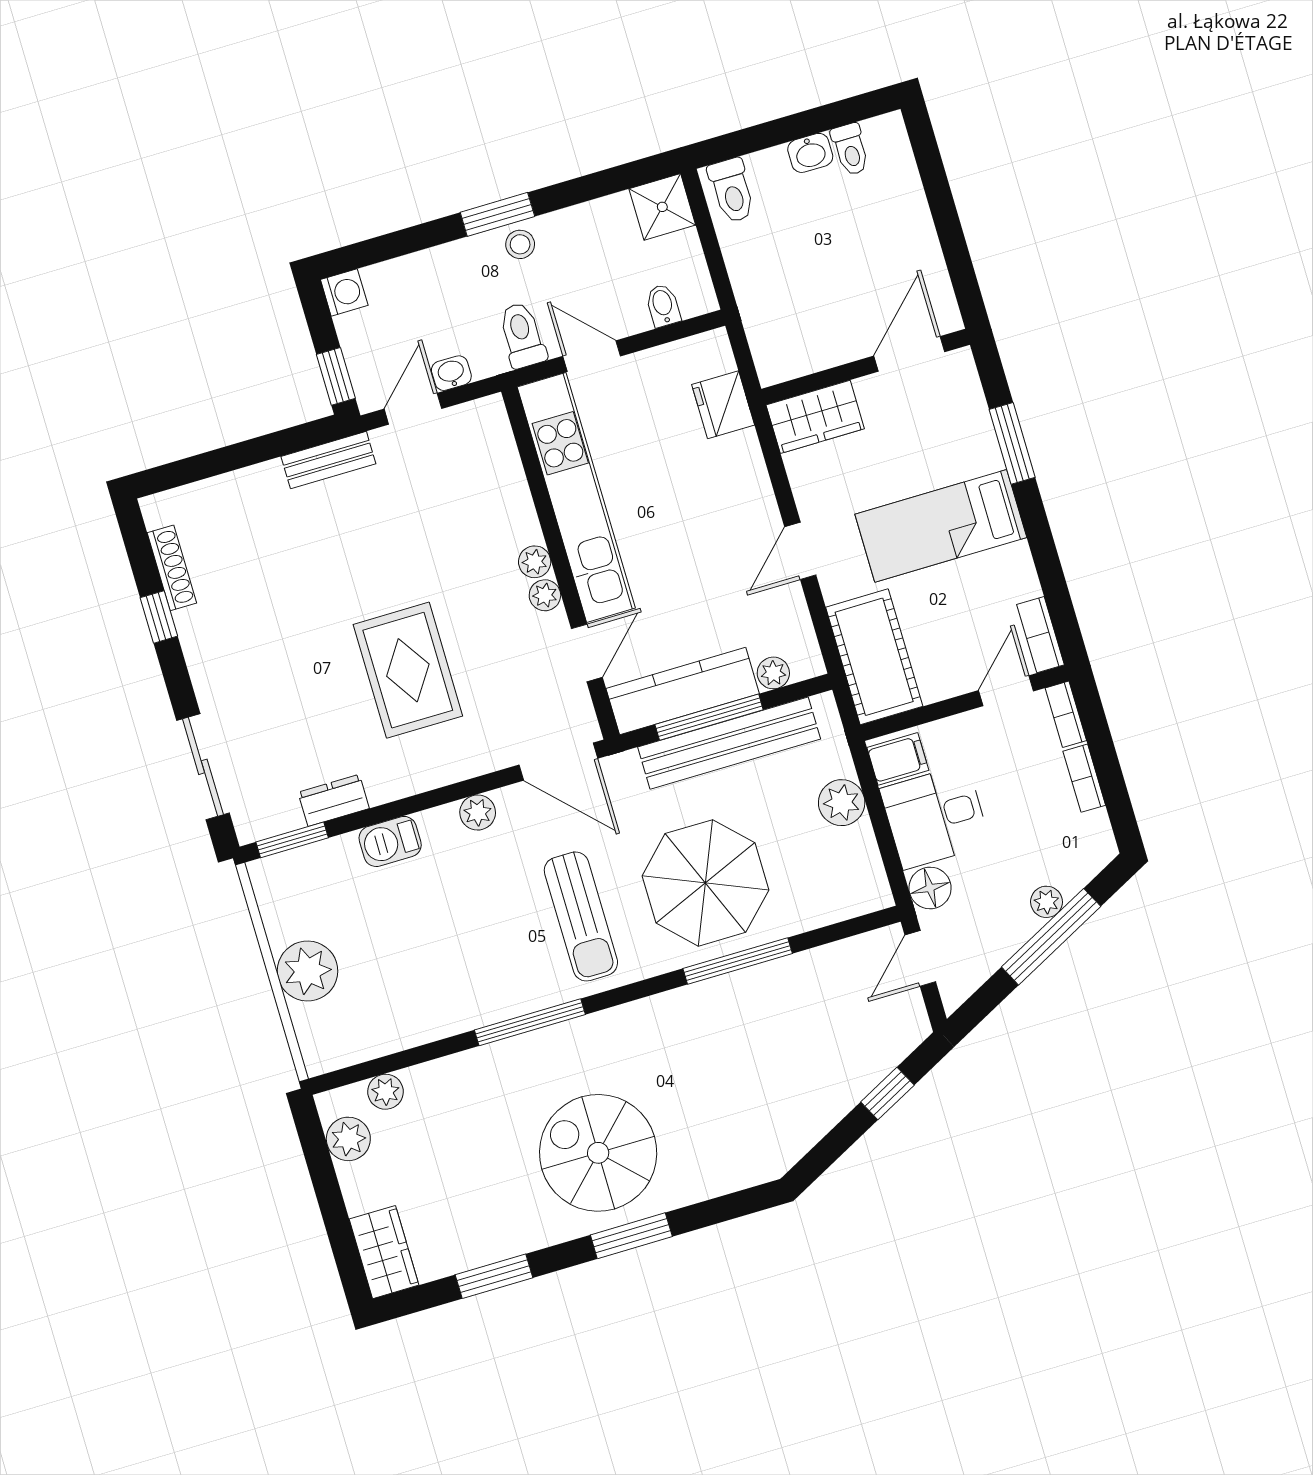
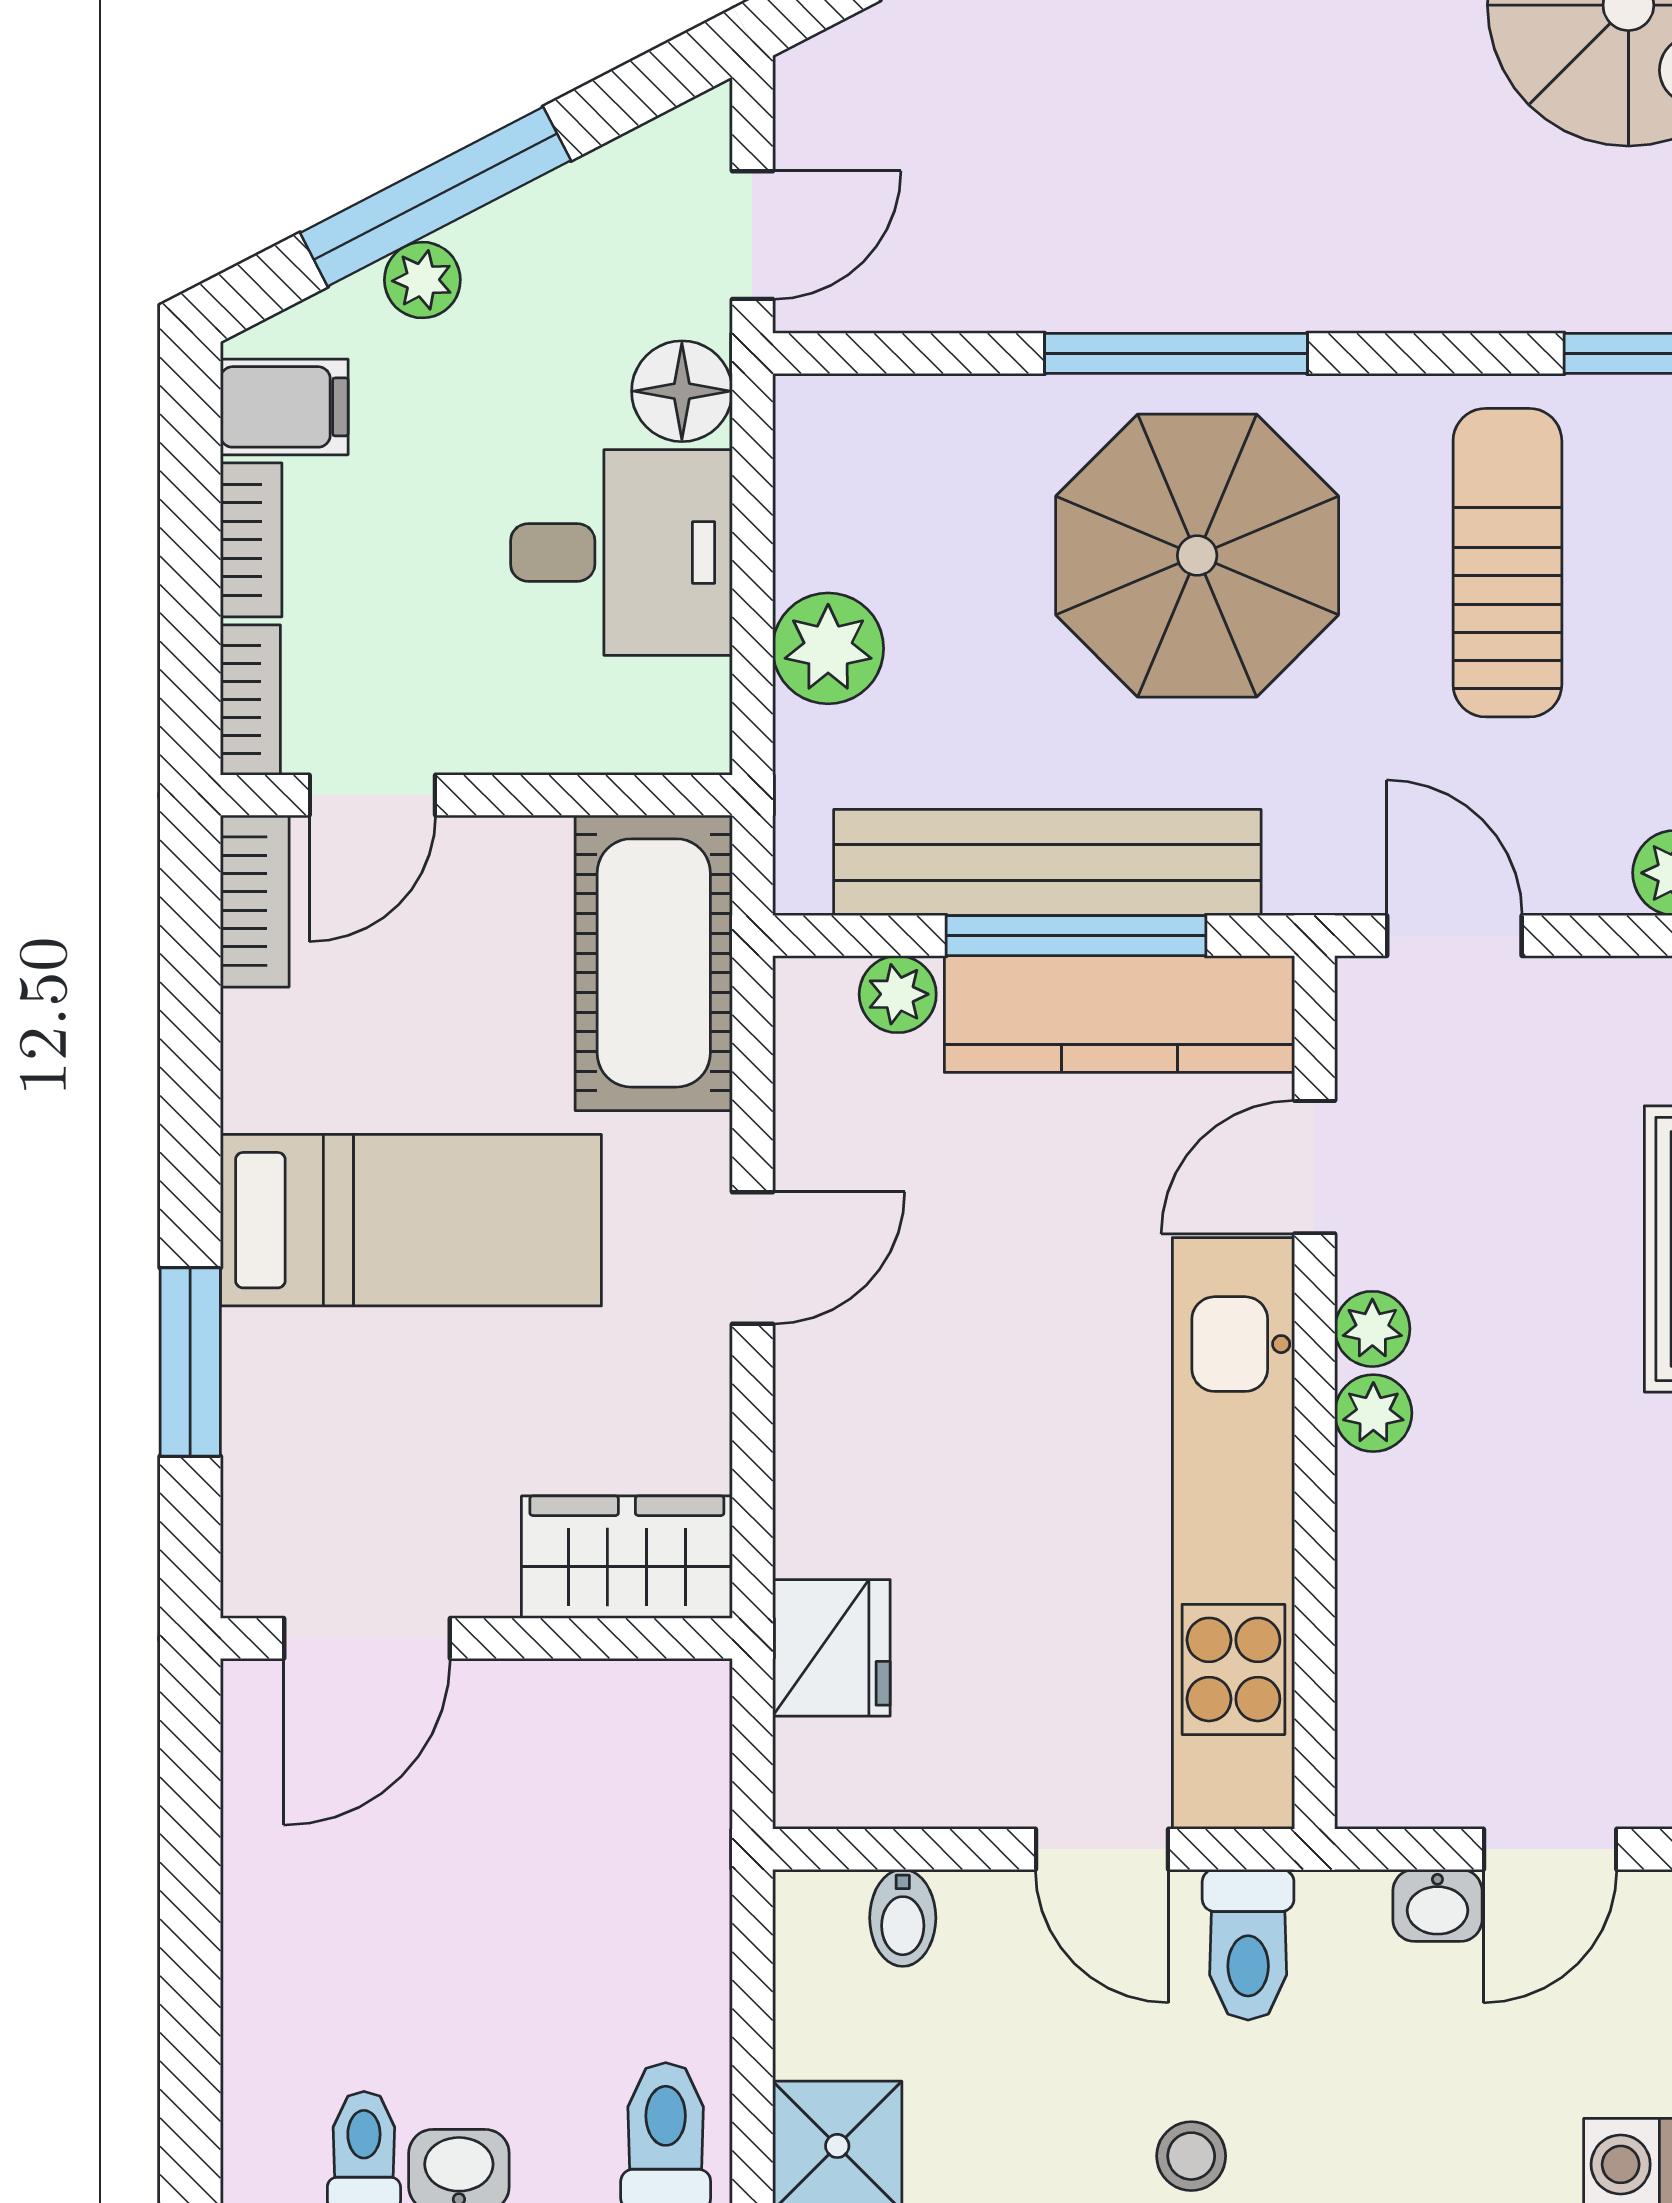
filing cabinet: (898, 759) -> (284, 407), moved, turned 180
door: (558, 762) -> (1454, 936), width x0.73

